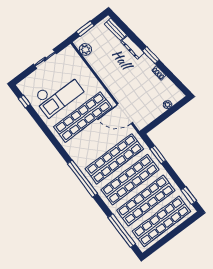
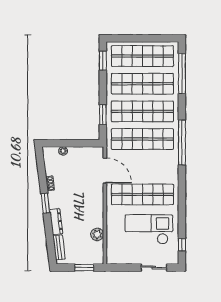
plant: (85, 49) -> (97, 234), moved
sliding door: (45, 59) -> (154, 268), moved

